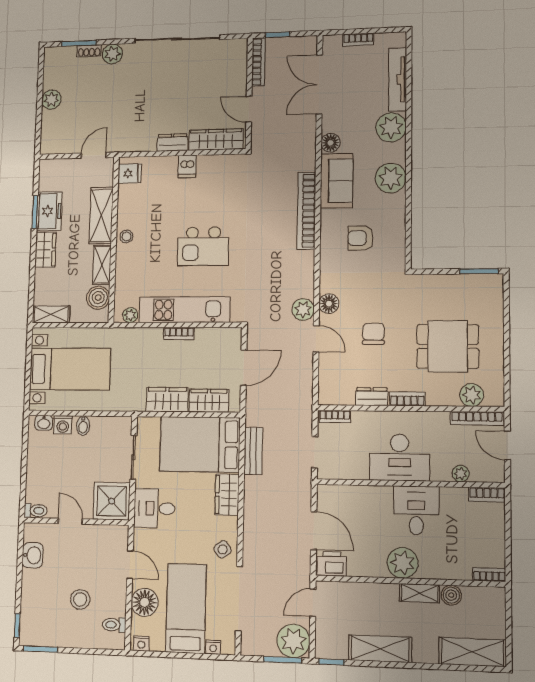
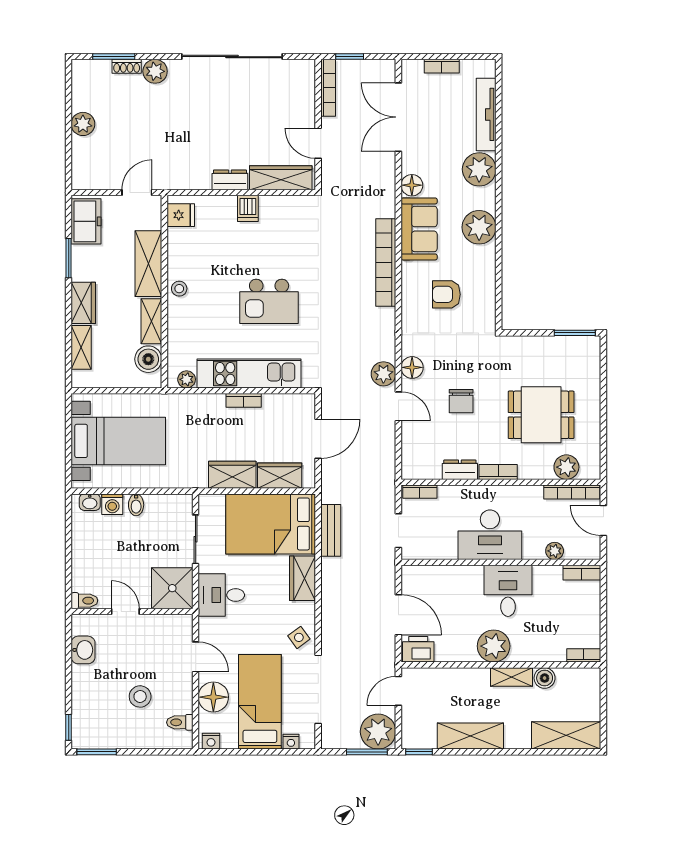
freezer: (49, 211) -> (86, 221), moved
shelving: (51, 314) -> (81, 347), moved, turned 90
chair: (373, 334) -> (461, 401), turned 180

